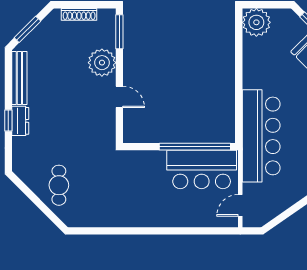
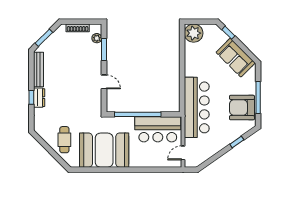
window: (119, 32) -> (104, 49), moved
plant: (102, 63) -> (97, 38), moved, width x0.53, depth x0.53
window: (195, 147) -> (138, 114), moved
booth: (120, 201) -> (104, 150), added

